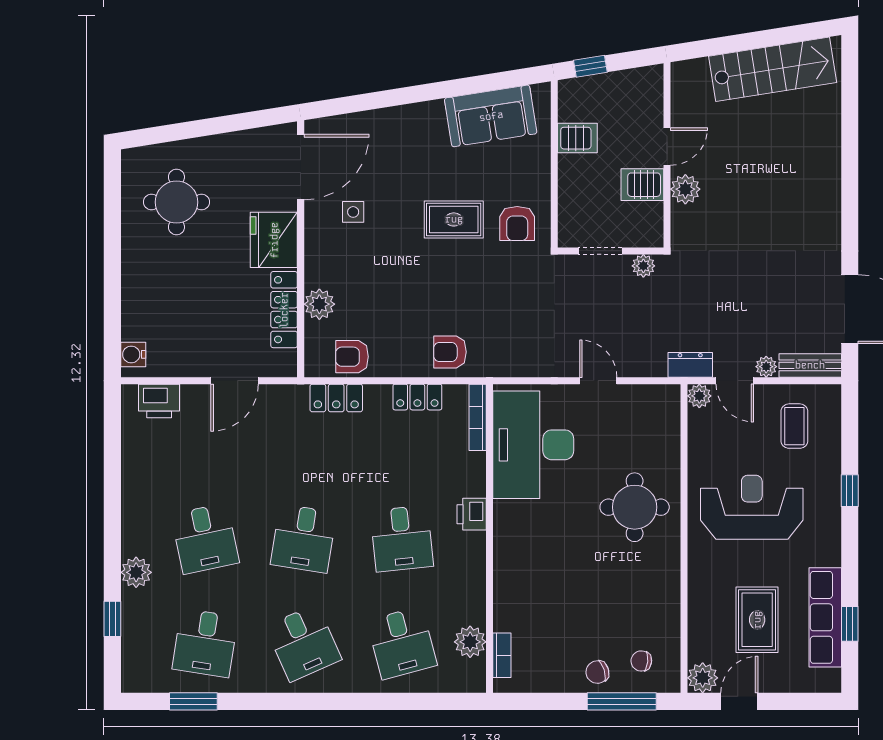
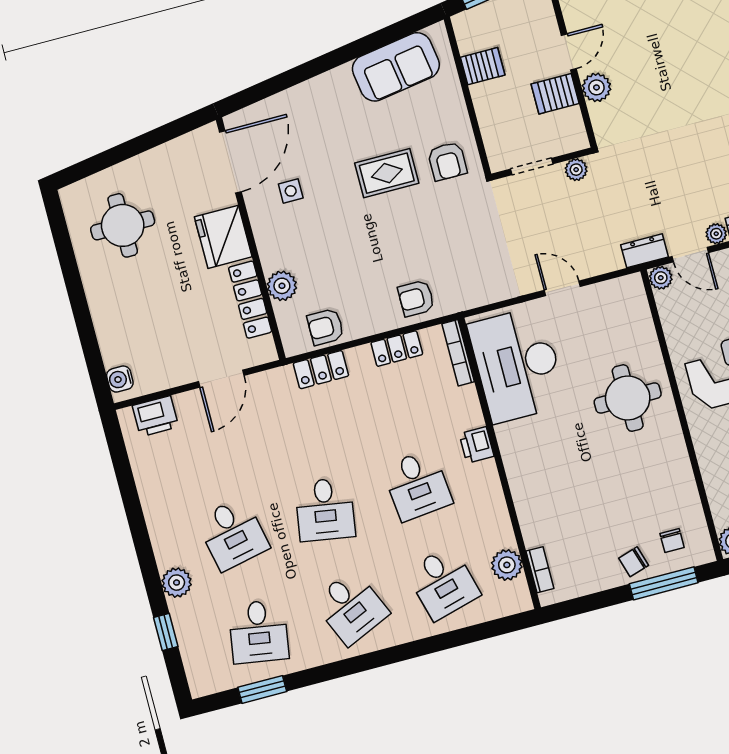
chair: (641, 661) -> (672, 541), turned -96

